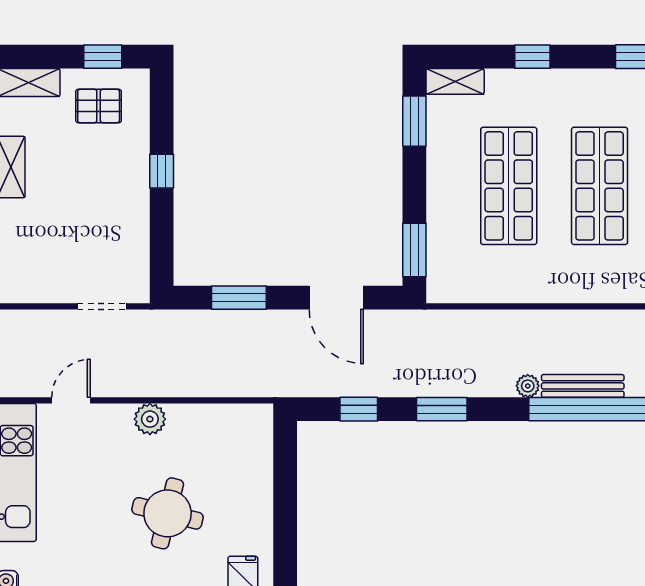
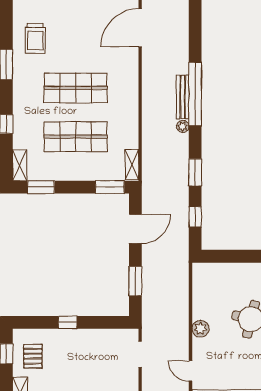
shelving: (456, 291) -> (132, 165), added

